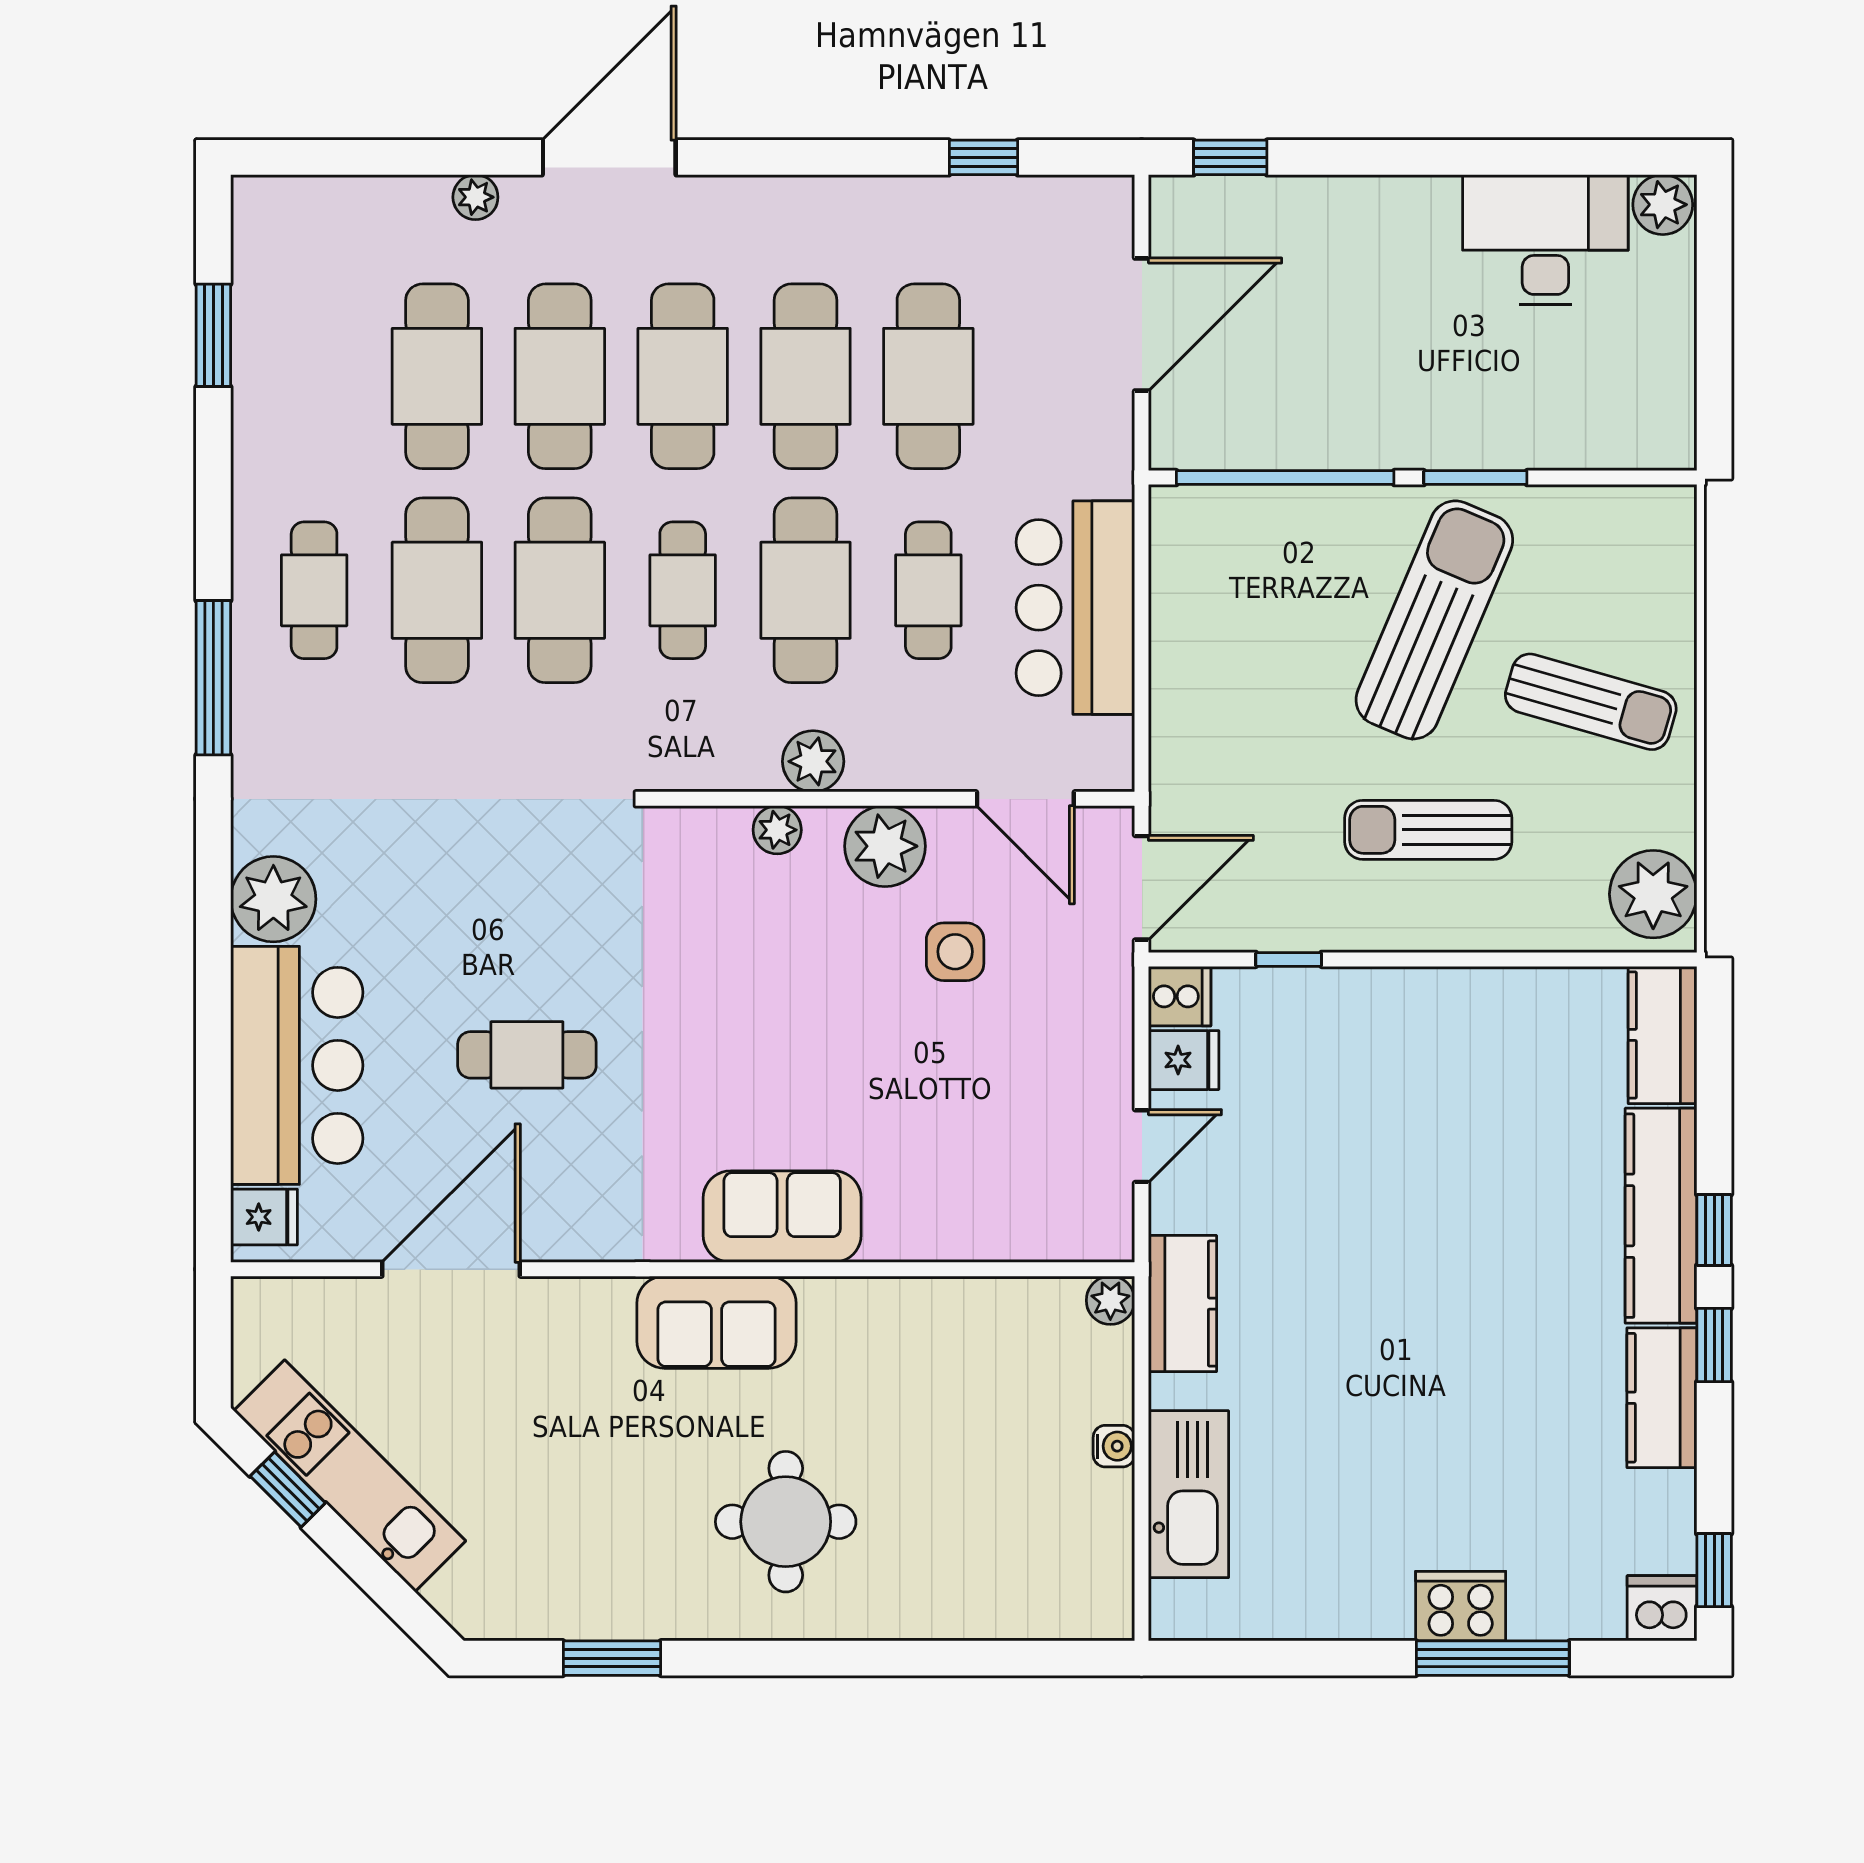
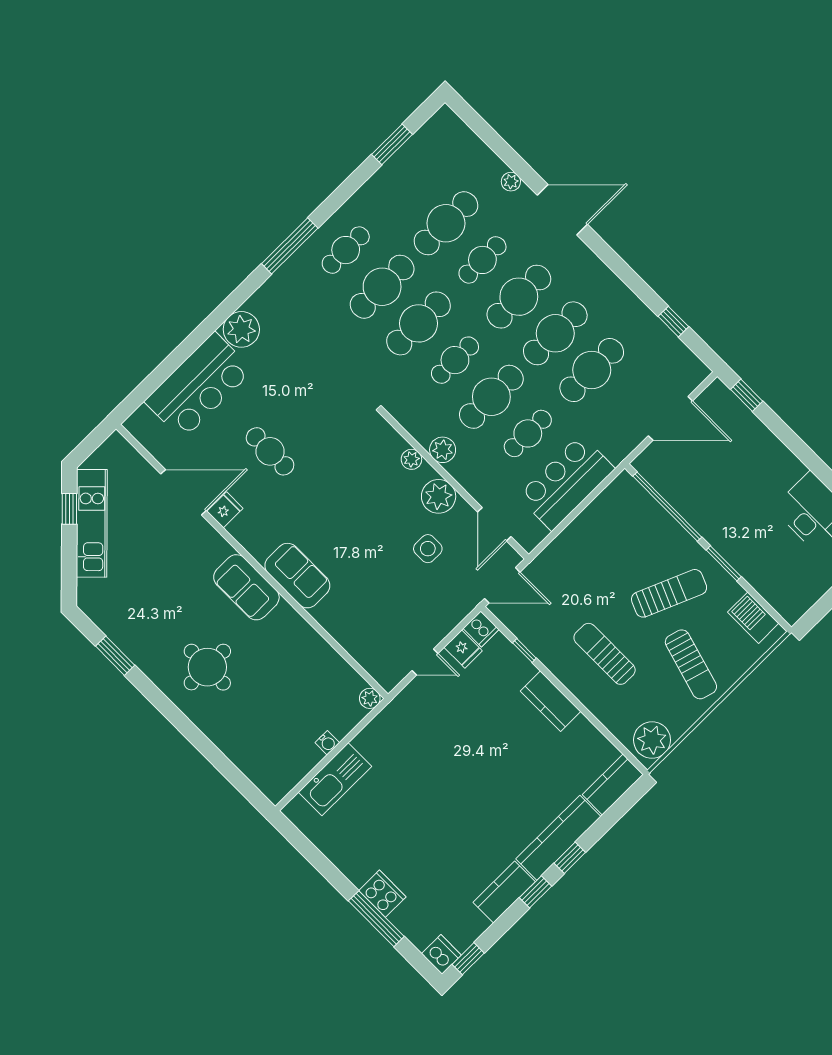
cafe table: (560, 376) -> (482, 260), width x0.73, depth x0.74
barbecue: (1616, 519) -> (753, 618), added
sun lounger: (1434, 620) -> (669, 593), width x0.73, depth x0.75
fridge: (264, 1217) -> (225, 510), moved, turned -90
kitchen counter: (1182, 1304) -> (551, 701), moved, turned 90

